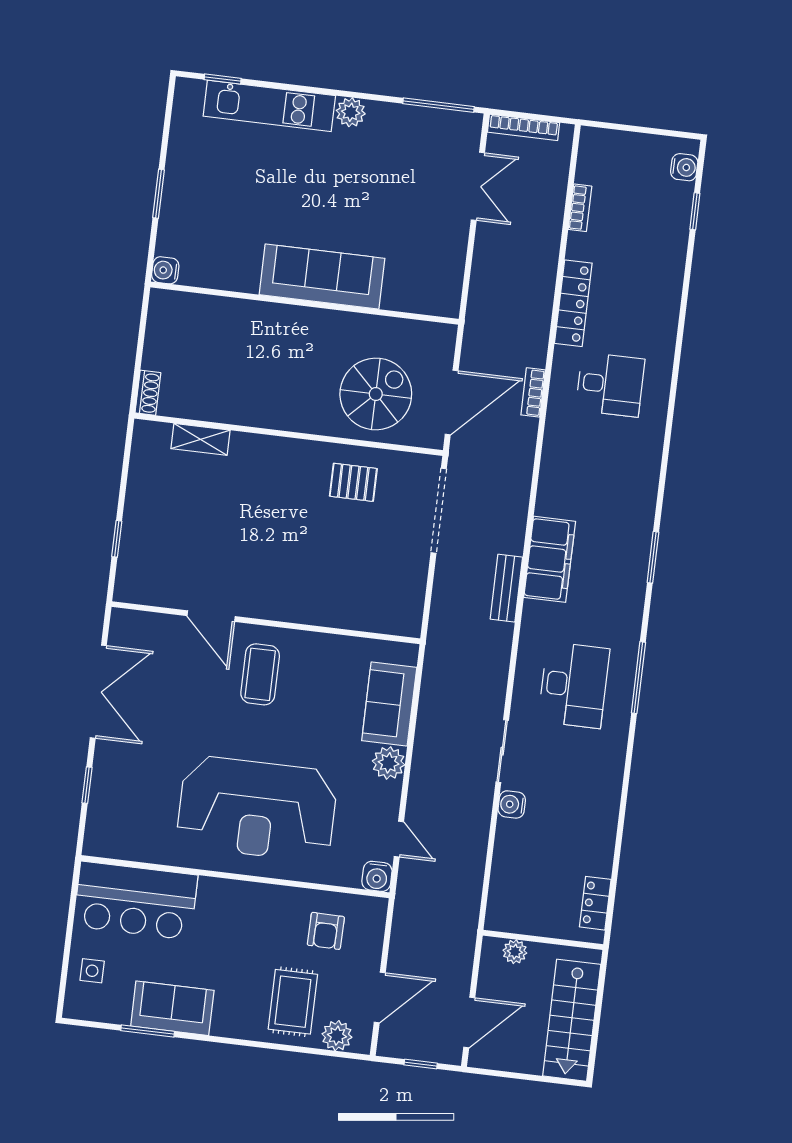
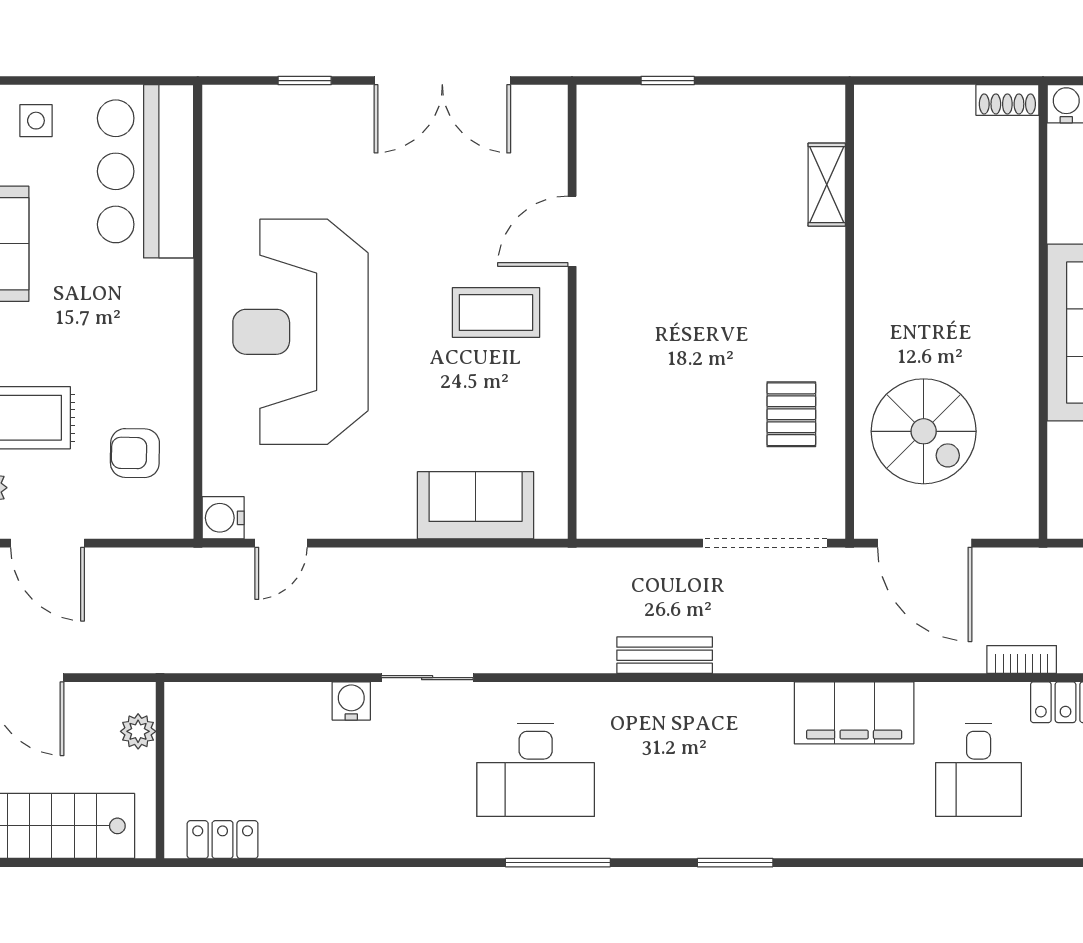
bookcase: (533, 392) -> (1022, 659), moved
shoe rack: (148, 393) -> (1007, 100), moved
filing cabinet: (550, 559) -> (854, 713), moved
plant: (389, 763) -> (390, 515), removed

